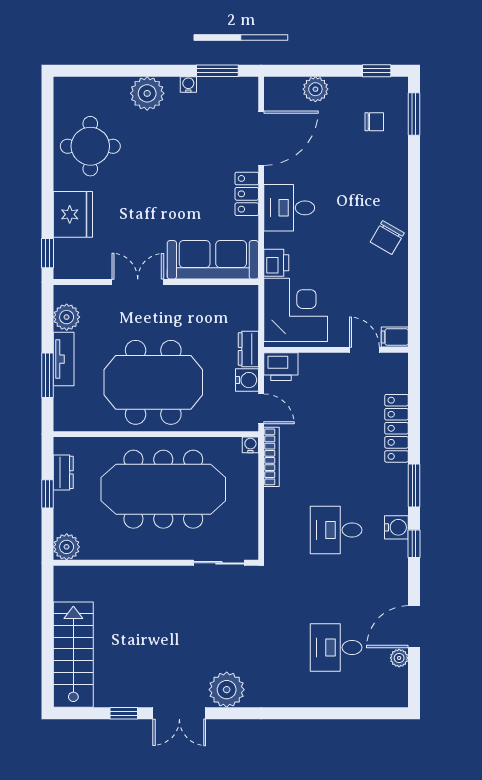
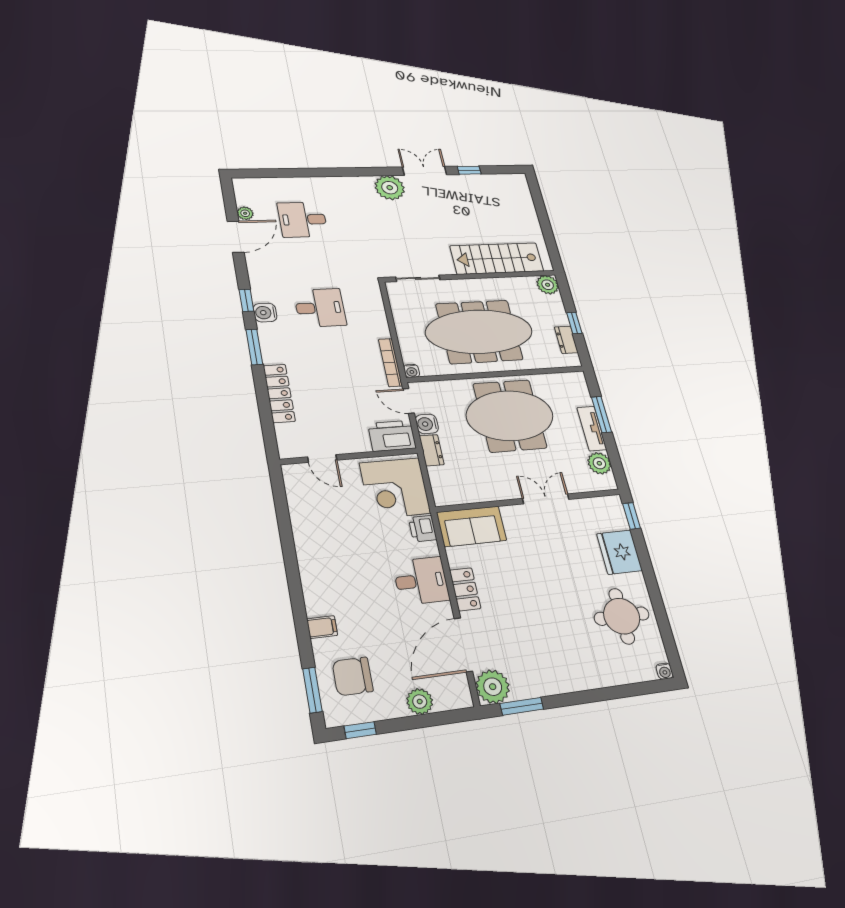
water cooler: (188, 85) -> (665, 671), moved
plant: (147, 93) -> (493, 687), moved
chair: (374, 122) -> (353, 676), width x1.87, depth x1.87
chair: (387, 238) -> (319, 563), removed
sofa: (213, 260) -> (471, 526), width x0.73
double door: (138, 282) -> (546, 499), swing flipped
filing cabinet: (395, 337) -> (322, 627), moved
printer: (281, 367) -> (392, 436), width x1.37, depth x1.19
desk: (336, 648) -> (303, 220), turned 180
stairs: (73, 655) -> (497, 259), moved, turned 90

